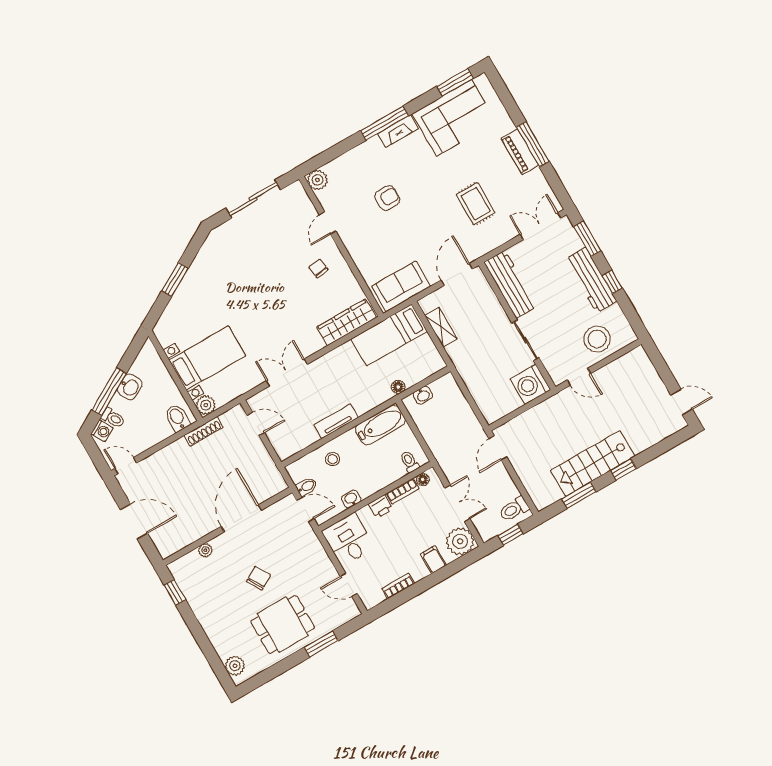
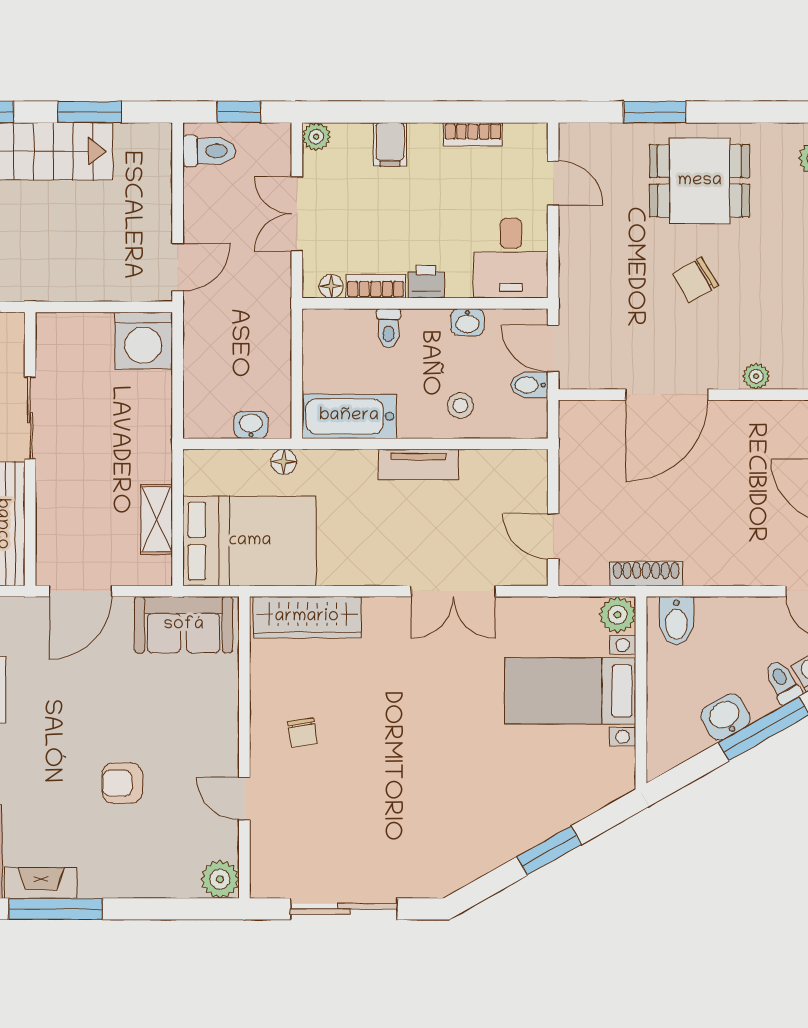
door: (328, 223) -> (244, 799), swing flipped
bed: (389, 335) -> (250, 541), width x1.50
washing machine: (530, 384) -> (143, 341), moved, turned 90
toilet: (409, 462) -> (389, 328), moved
plant: (460, 541) -> (316, 137), width x0.53, depth x0.53

